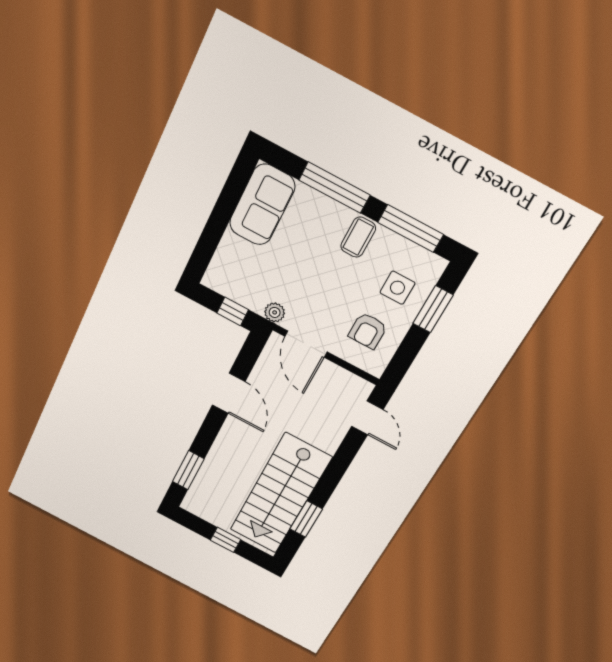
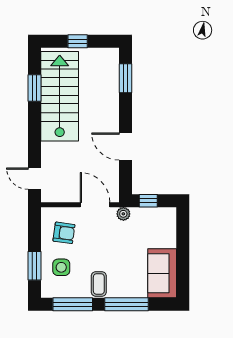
armchair: (368, 331) -> (64, 233), turned 98

